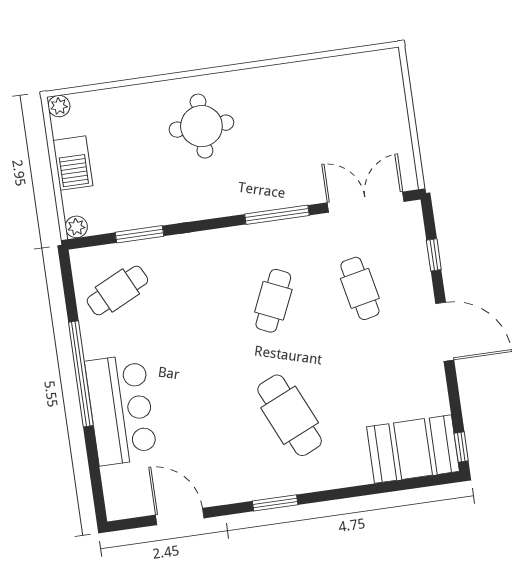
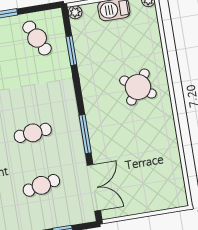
round table: (201, 126) -> (138, 87), turned 35
cafe table: (273, 301) -> (33, 133), turned -30

